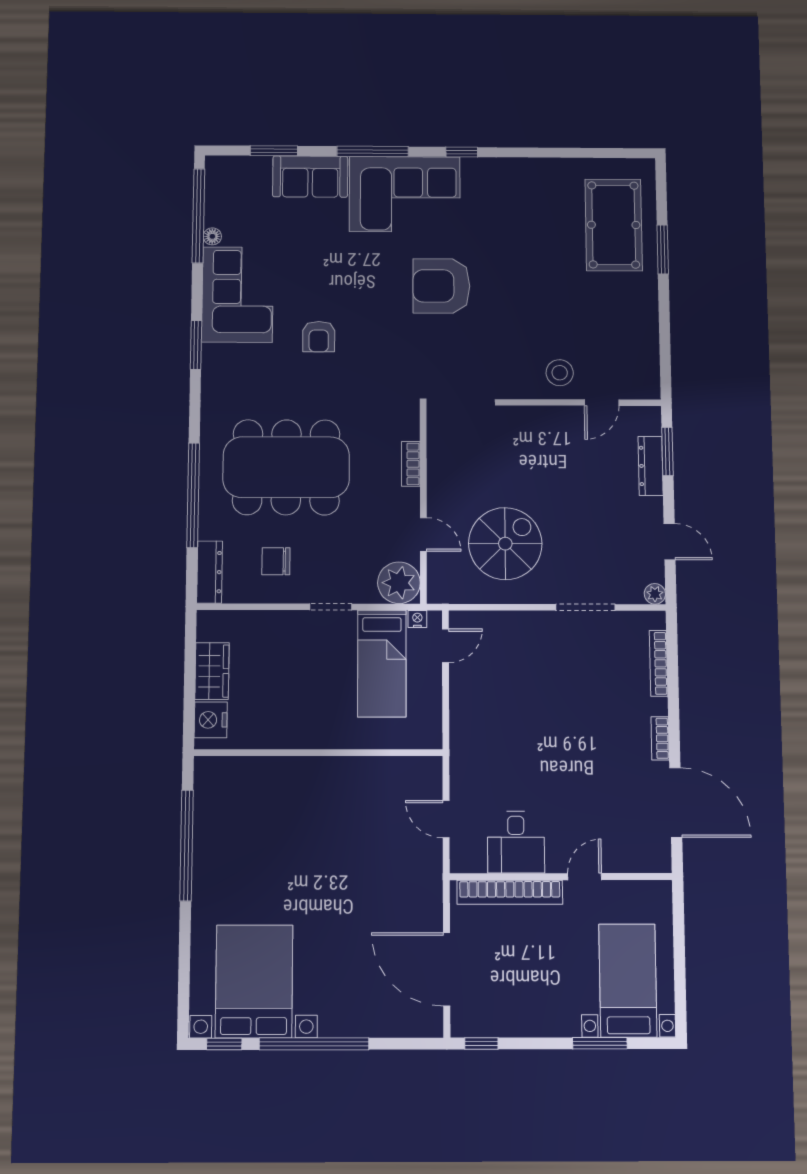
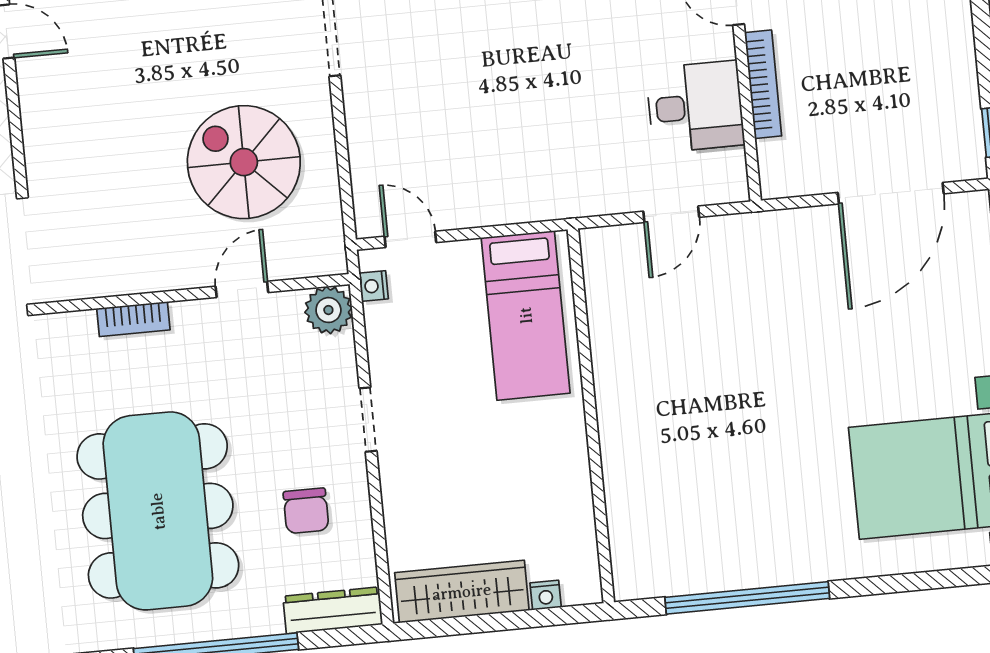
plant: (399, 583) -> (328, 310), width x0.73, depth x0.73
bed: (382, 663) -> (526, 315), moved, turned 90
wardrobe: (212, 671) -> (462, 592), width x1.50
nightstand: (211, 720) -> (546, 595), width x0.53, depth x0.56
bookcase: (510, 892) -> (763, 84), width x0.68, depth x0.76

